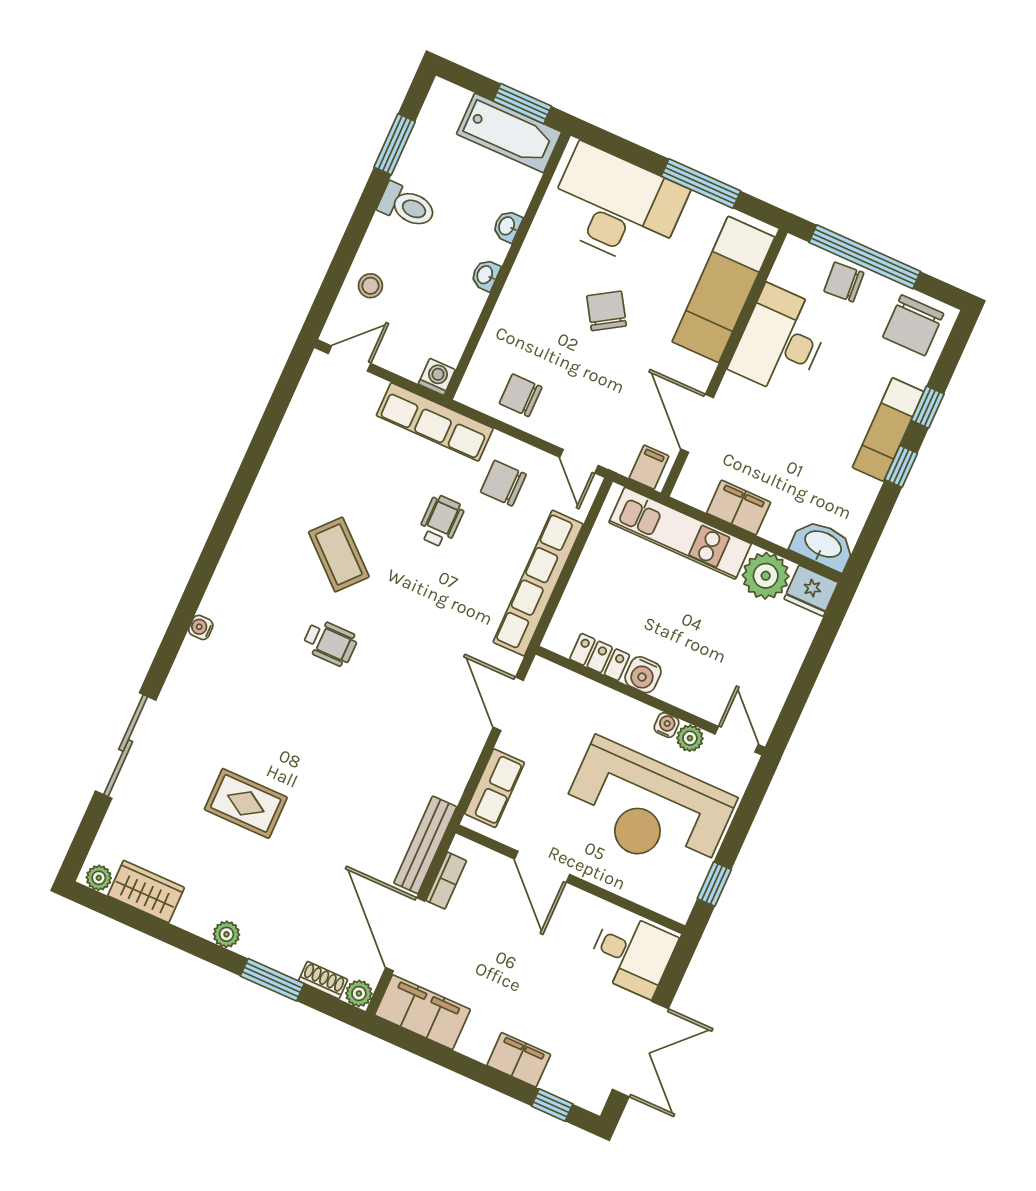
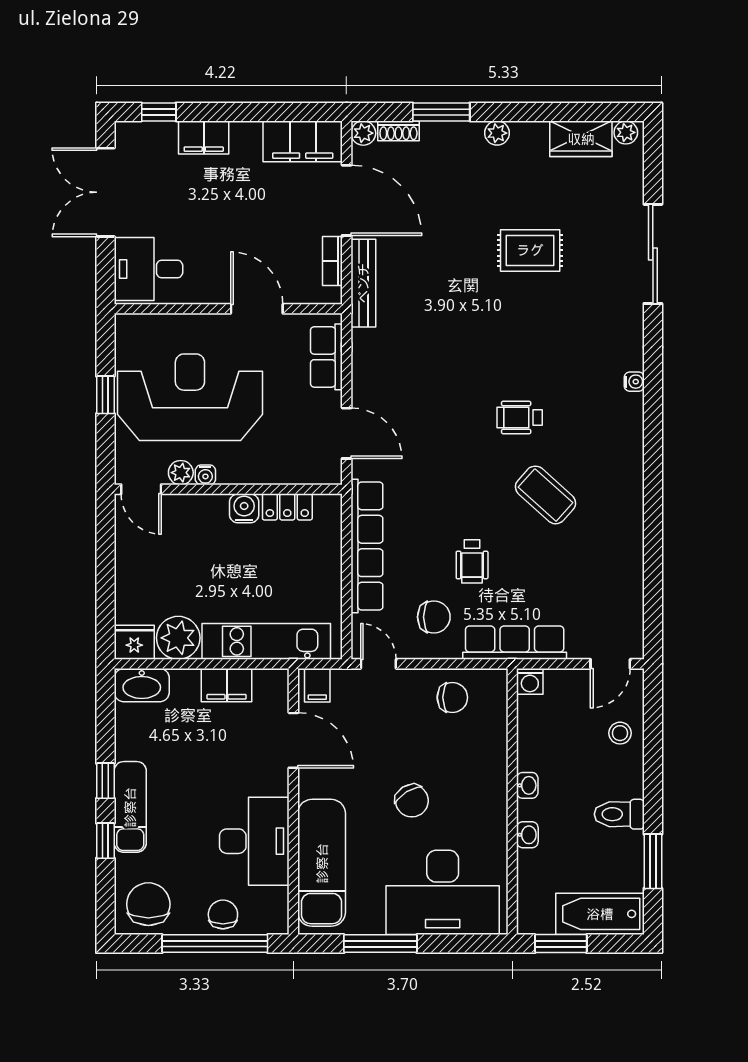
bathtub: (509, 133) -> (600, 914), moved
chair: (844, 282) -> (223, 914), turned -86
window: (714, 884) -> (105, 395), moved

